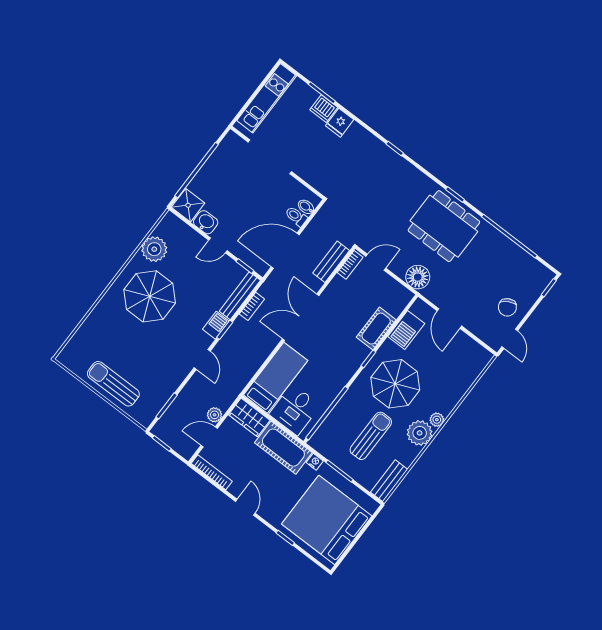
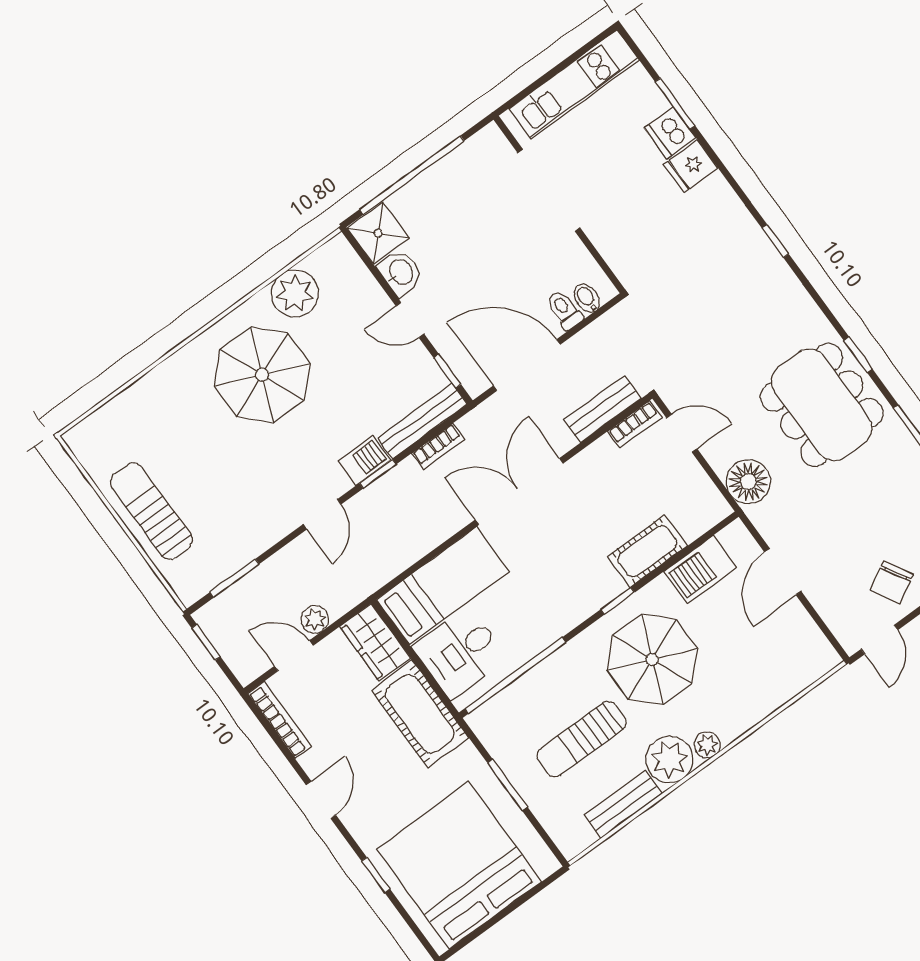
sun lounger: (371, 436) -> (581, 739), turned 180
nightstand: (315, 462) -> (468, 756), removed
bench: (389, 481) -> (623, 804), moved

